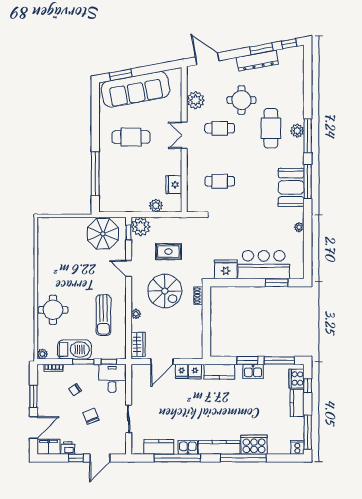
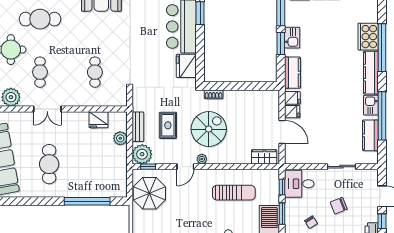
bench: (167, 223) -> (138, 127), added
plant: (136, 314) -> (202, 159), moved

